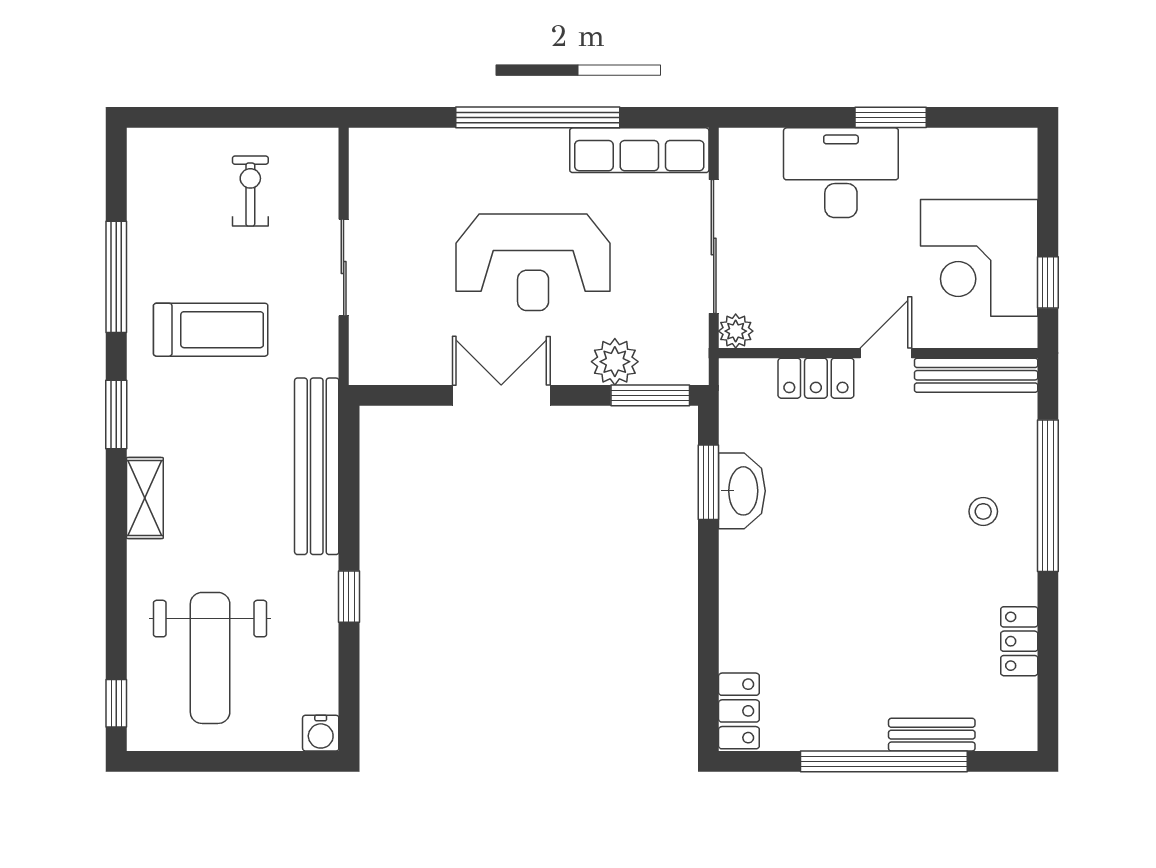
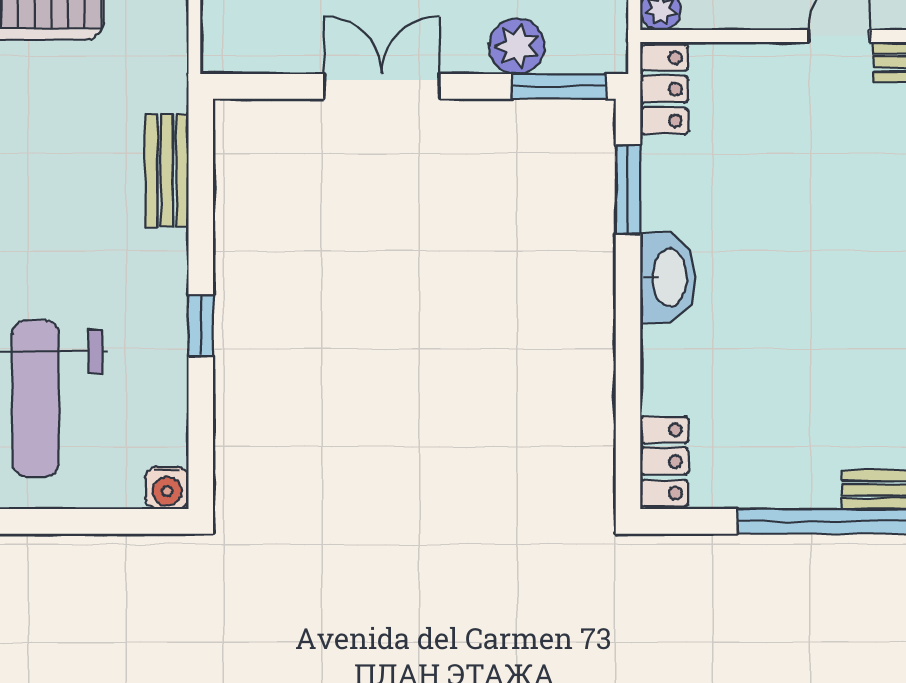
locker: (816, 378) -> (664, 89), moved, turned -90
bench: (317, 466) -> (167, 171), width x0.54, depth x0.82
washbasin: (742, 491) -> (668, 278), moved

